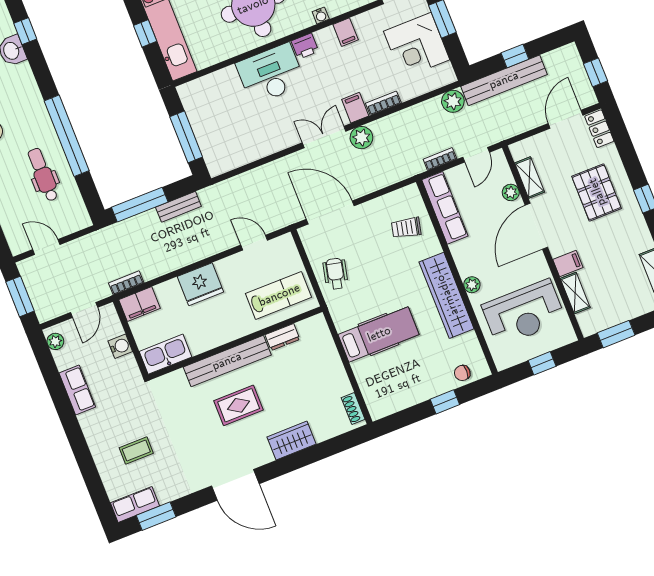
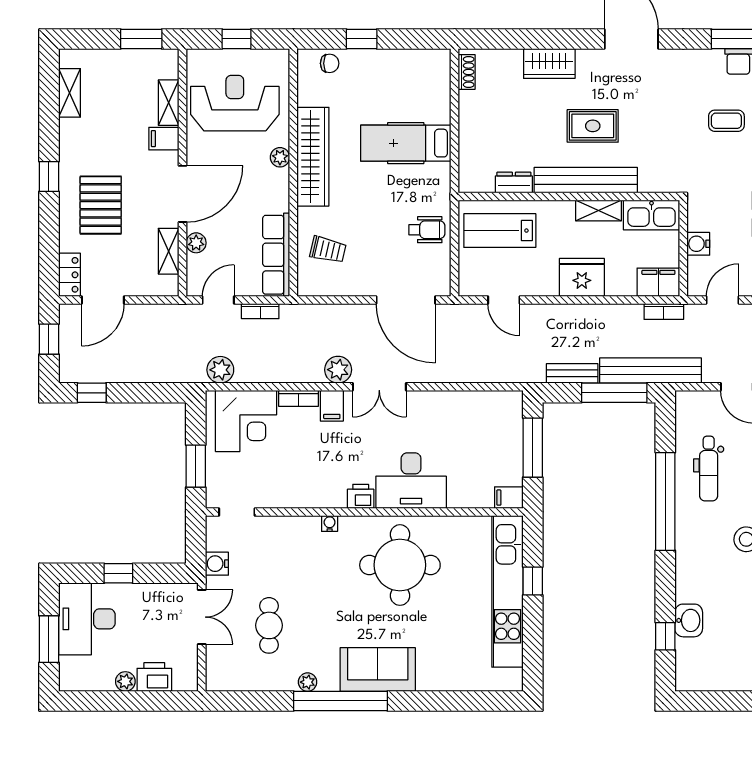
filing cabinet: (346, 32) -> (509, 498), moved, turned -90
corner desk: (417, 45) -> (246, 421), moved, turned 90
window: (515, 56) -> (92, 393), moved
bench: (504, 80) -> (651, 370), moved
wheelchair: (335, 274) -> (427, 230), turned -103
shelving: (208, 341) -> (598, 210), added

